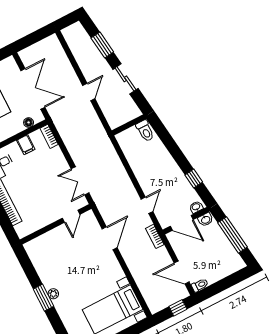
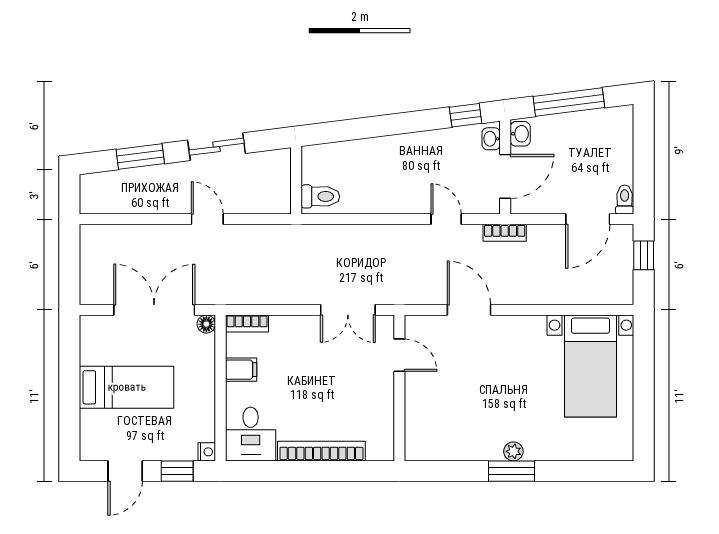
floor lamp: (29, 122) -> (206, 324), moved
toilet: (145, 131) -> (320, 196), moved
window: (194, 178) -> (466, 115), moved

